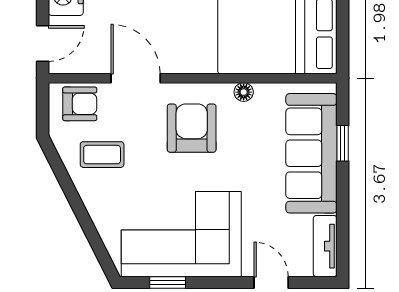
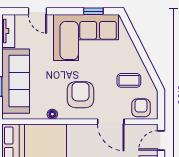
armchair: (80, 104) -> (141, 108), turned 90
armchair: (192, 128) -> (80, 95), turned 180

